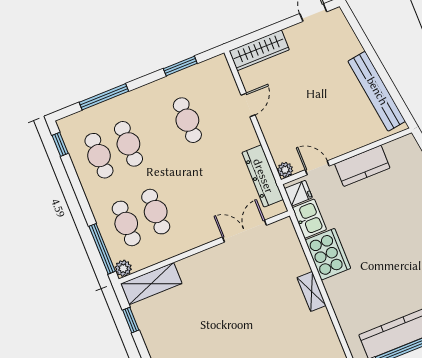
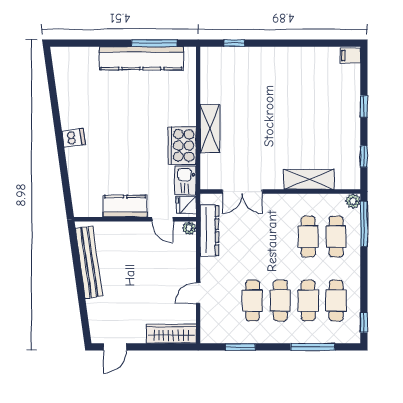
cafe table: (158, 132) -> (280, 301), added
shelving: (151, 284) -> (309, 179), moved
shelving: (312, 291) -> (210, 129), width x1.50, depth x1.33

